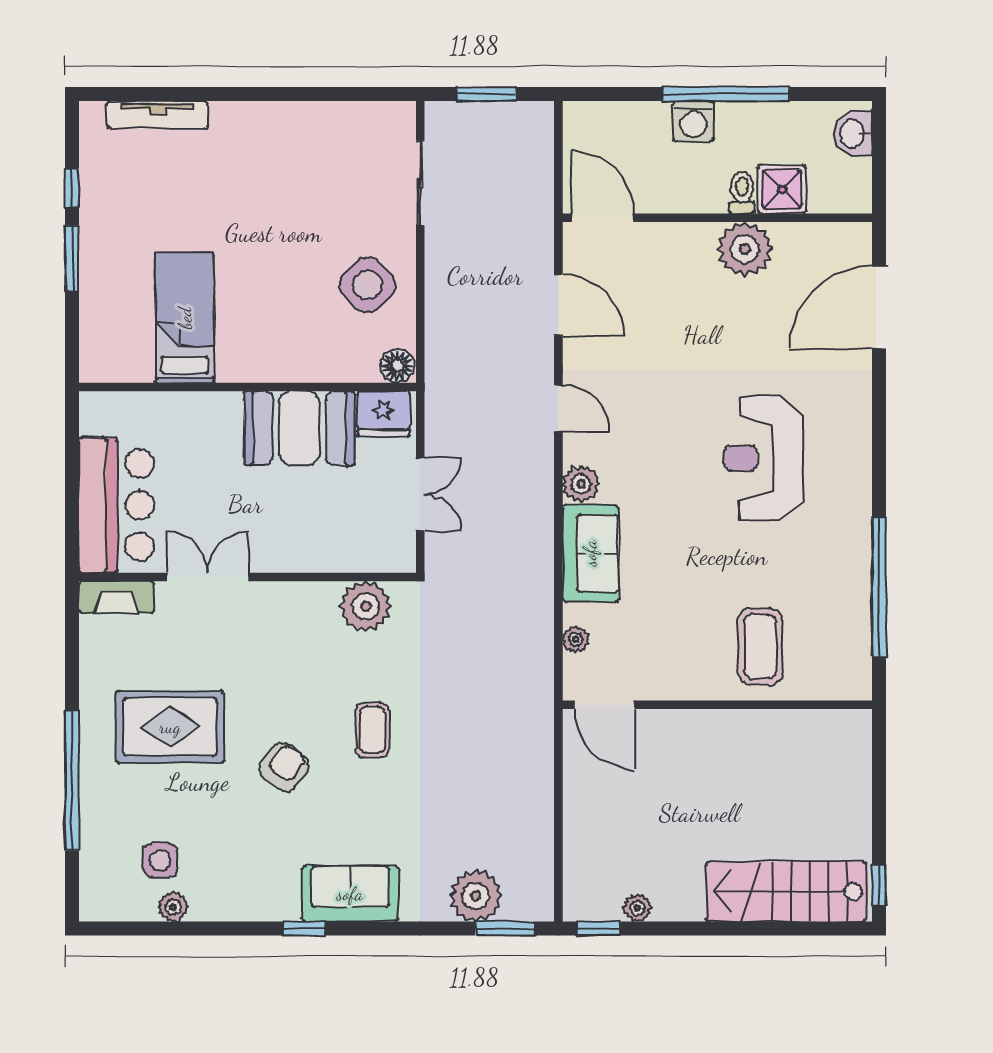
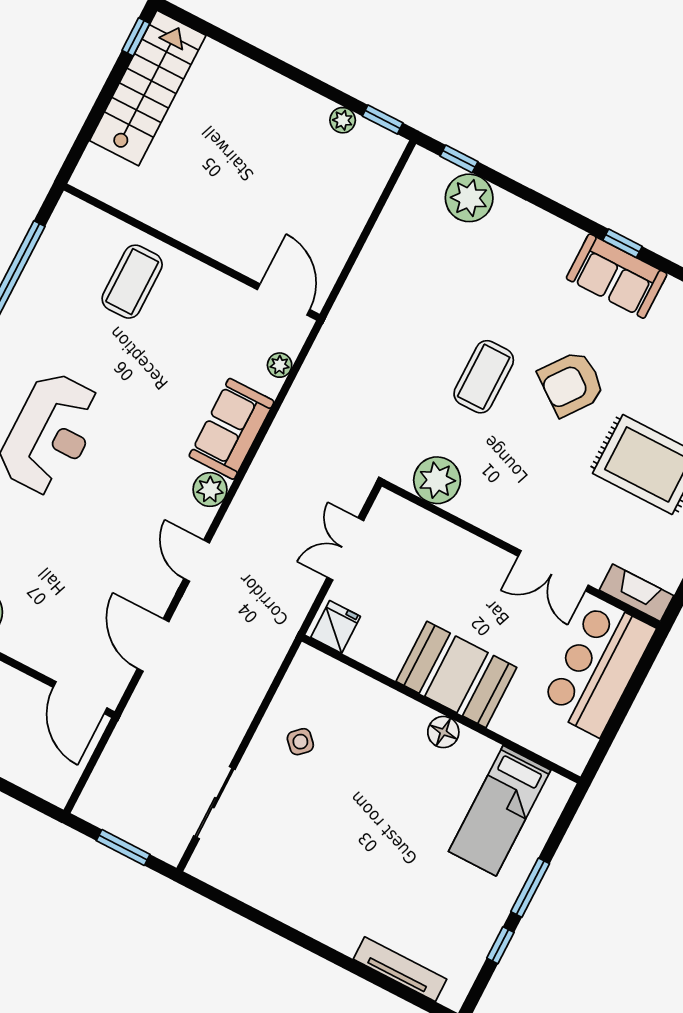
side table: (367, 285) -> (300, 742), width x0.54, depth x0.54
bed: (185, 318) -> (500, 811), moved
floor lamp: (397, 366) -> (443, 732), moved
fridge: (383, 414) -> (336, 627), width x0.72
booth: (299, 428) -> (456, 674), moved
coffee table: (372, 730) -> (484, 377), width x1.36, depth x1.30
armchair: (284, 767) -> (571, 384), width x1.38, depth x1.38
stairs: (786, 891) -> (148, 88), moved, turned -90
sofa: (350, 894) -> (617, 276), moved
window: (505, 929) -> (459, 159), width x0.67

